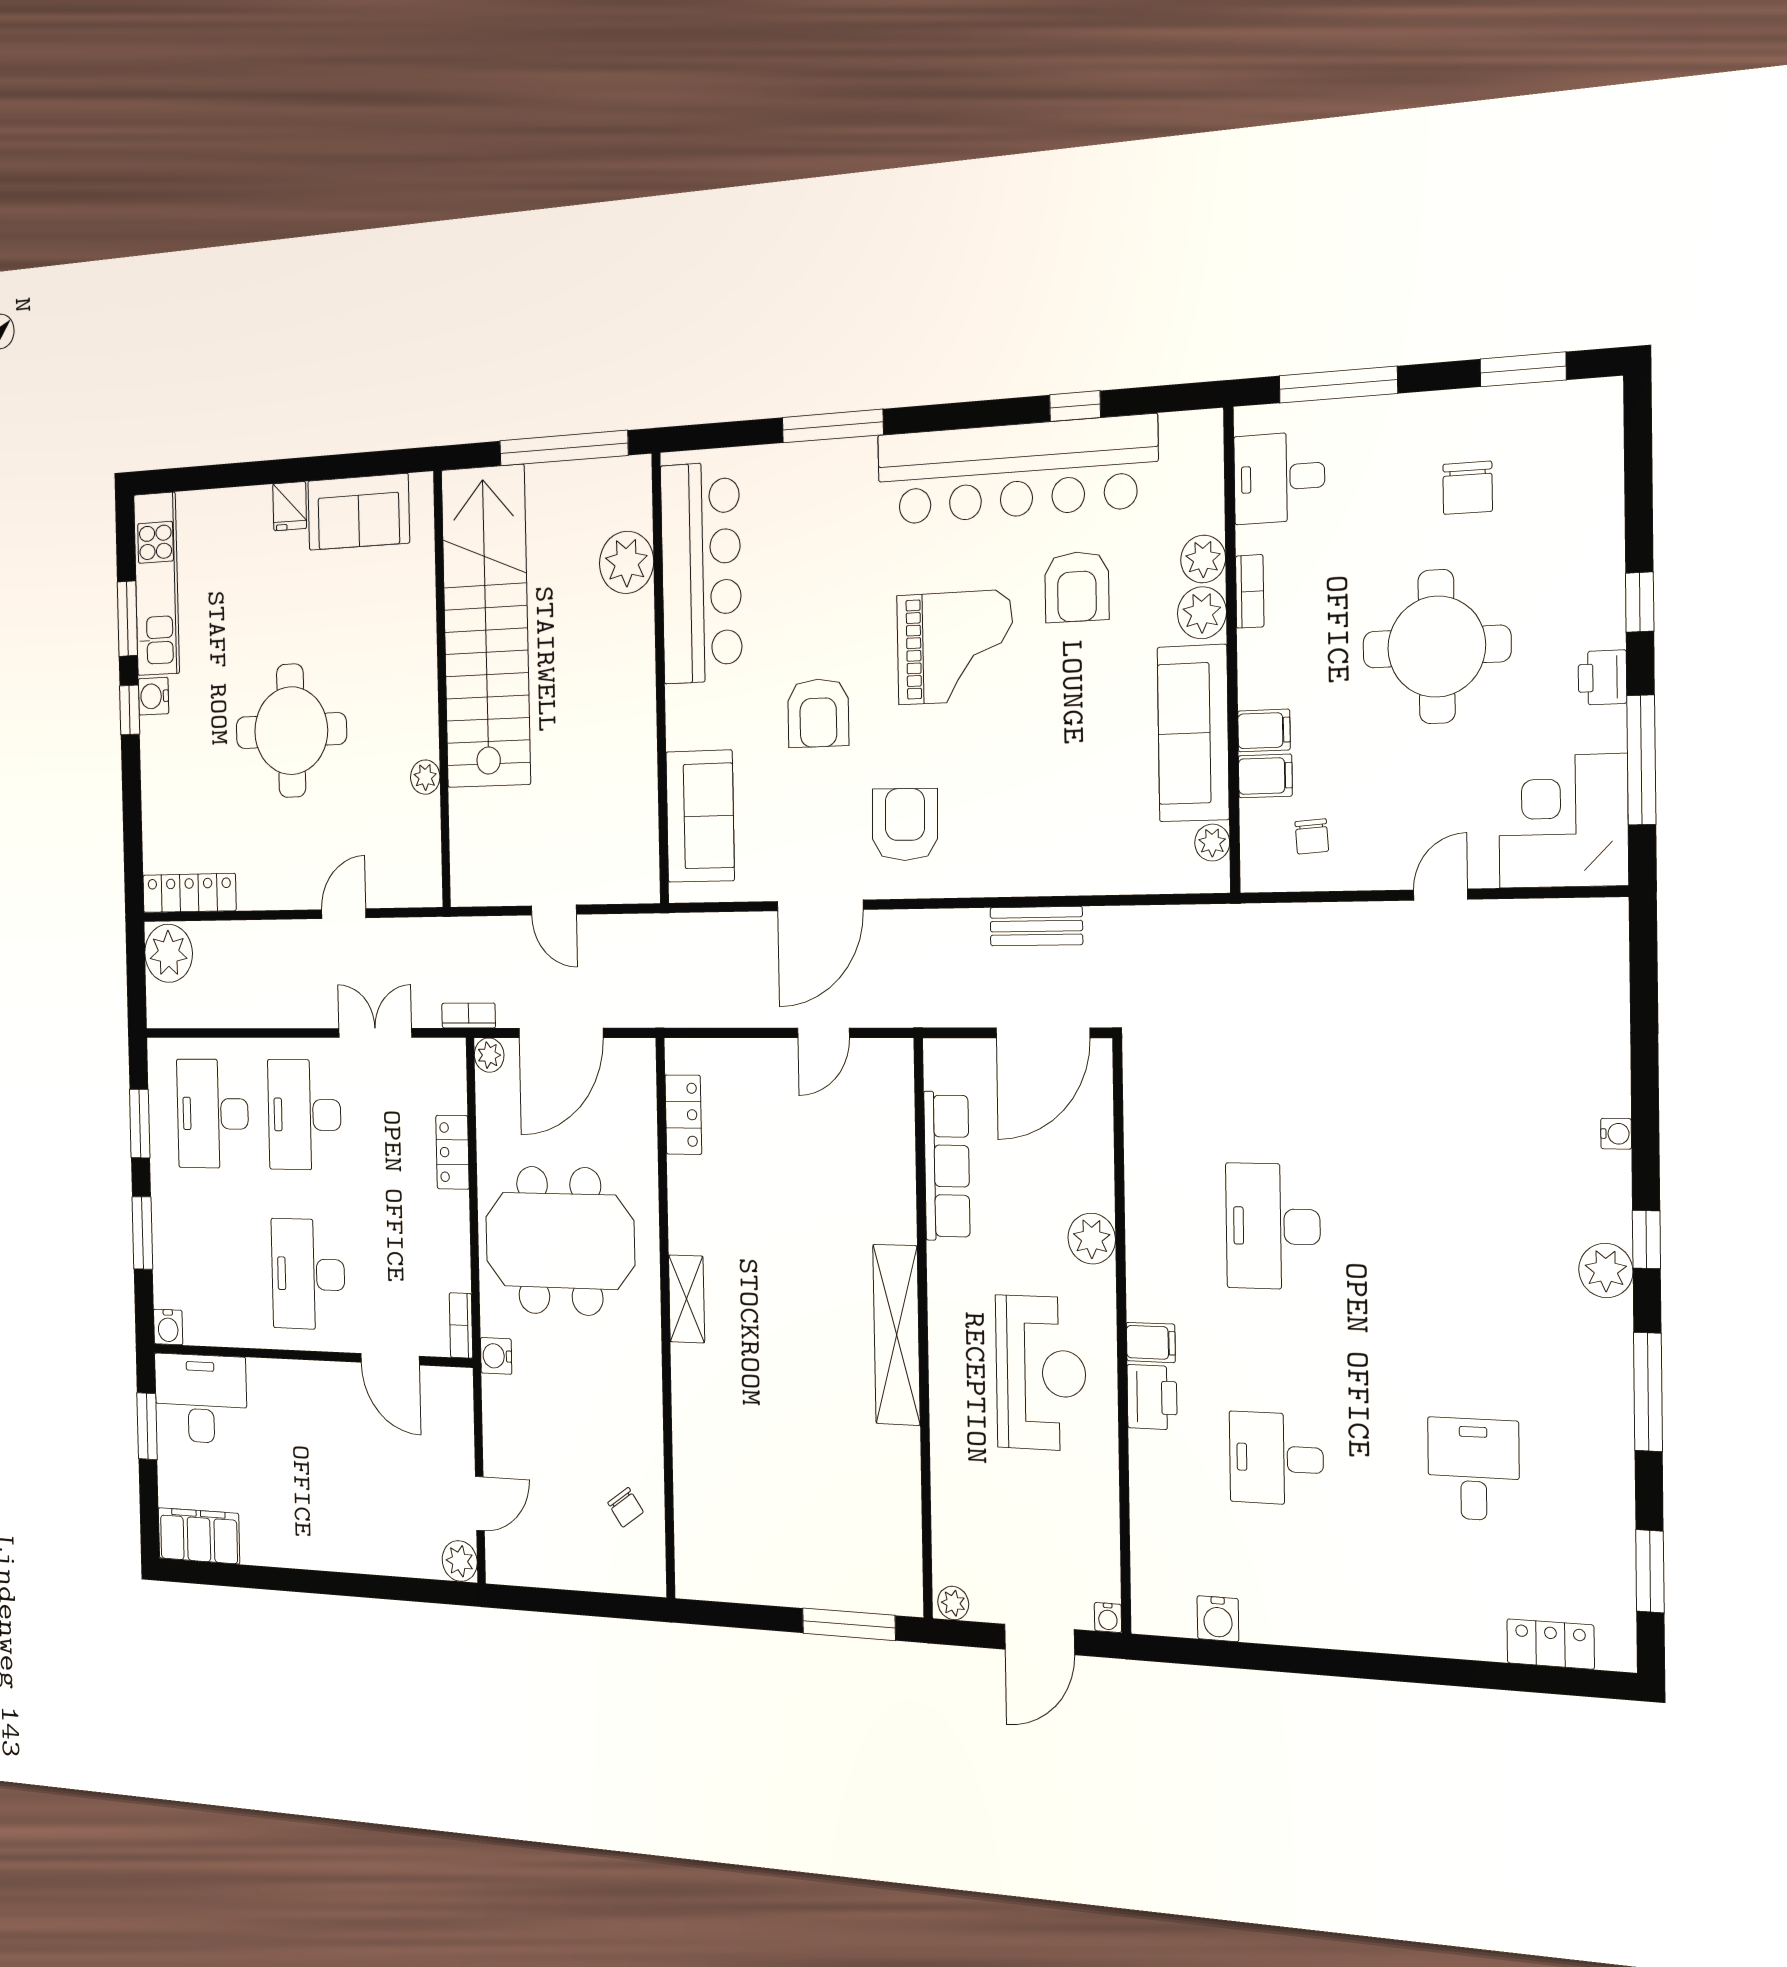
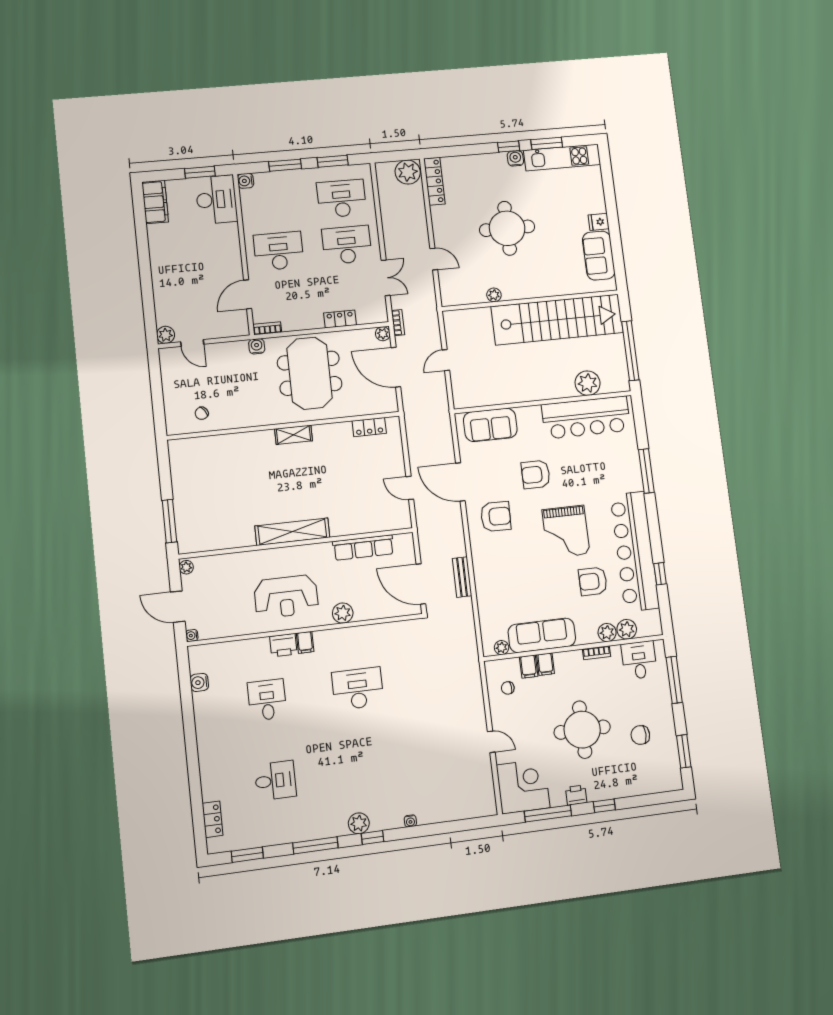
plant: (1202, 613) -> (627, 629), moved

